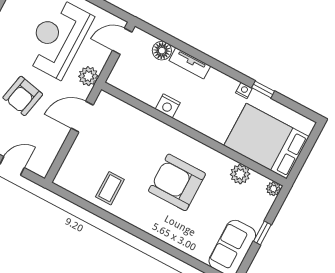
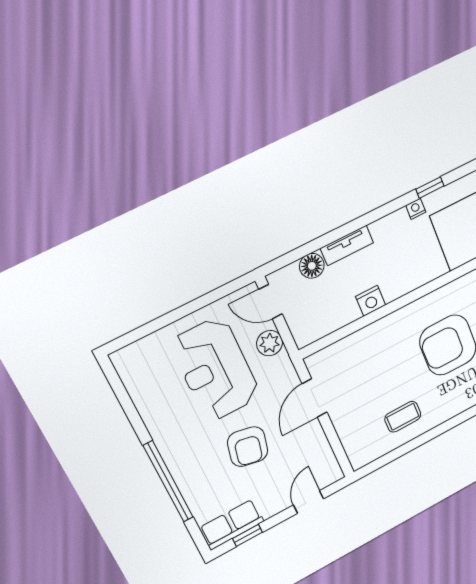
door: (122, 41) -> (270, 302), hinge flipped
plant: (88, 76) -> (270, 343), moved
coffee table: (110, 188) -> (403, 417), turned 90

